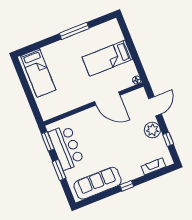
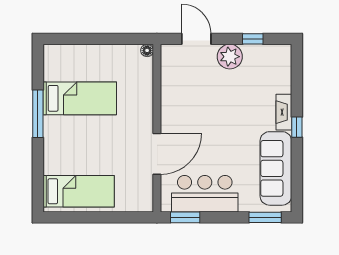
bed: (107, 58) -> (80, 98), moved, turned -90
door: (107, 98) -> (157, 154), moved
fireplace: (153, 166) -> (284, 112), moved
window: (59, 170) -> (265, 217), moved

